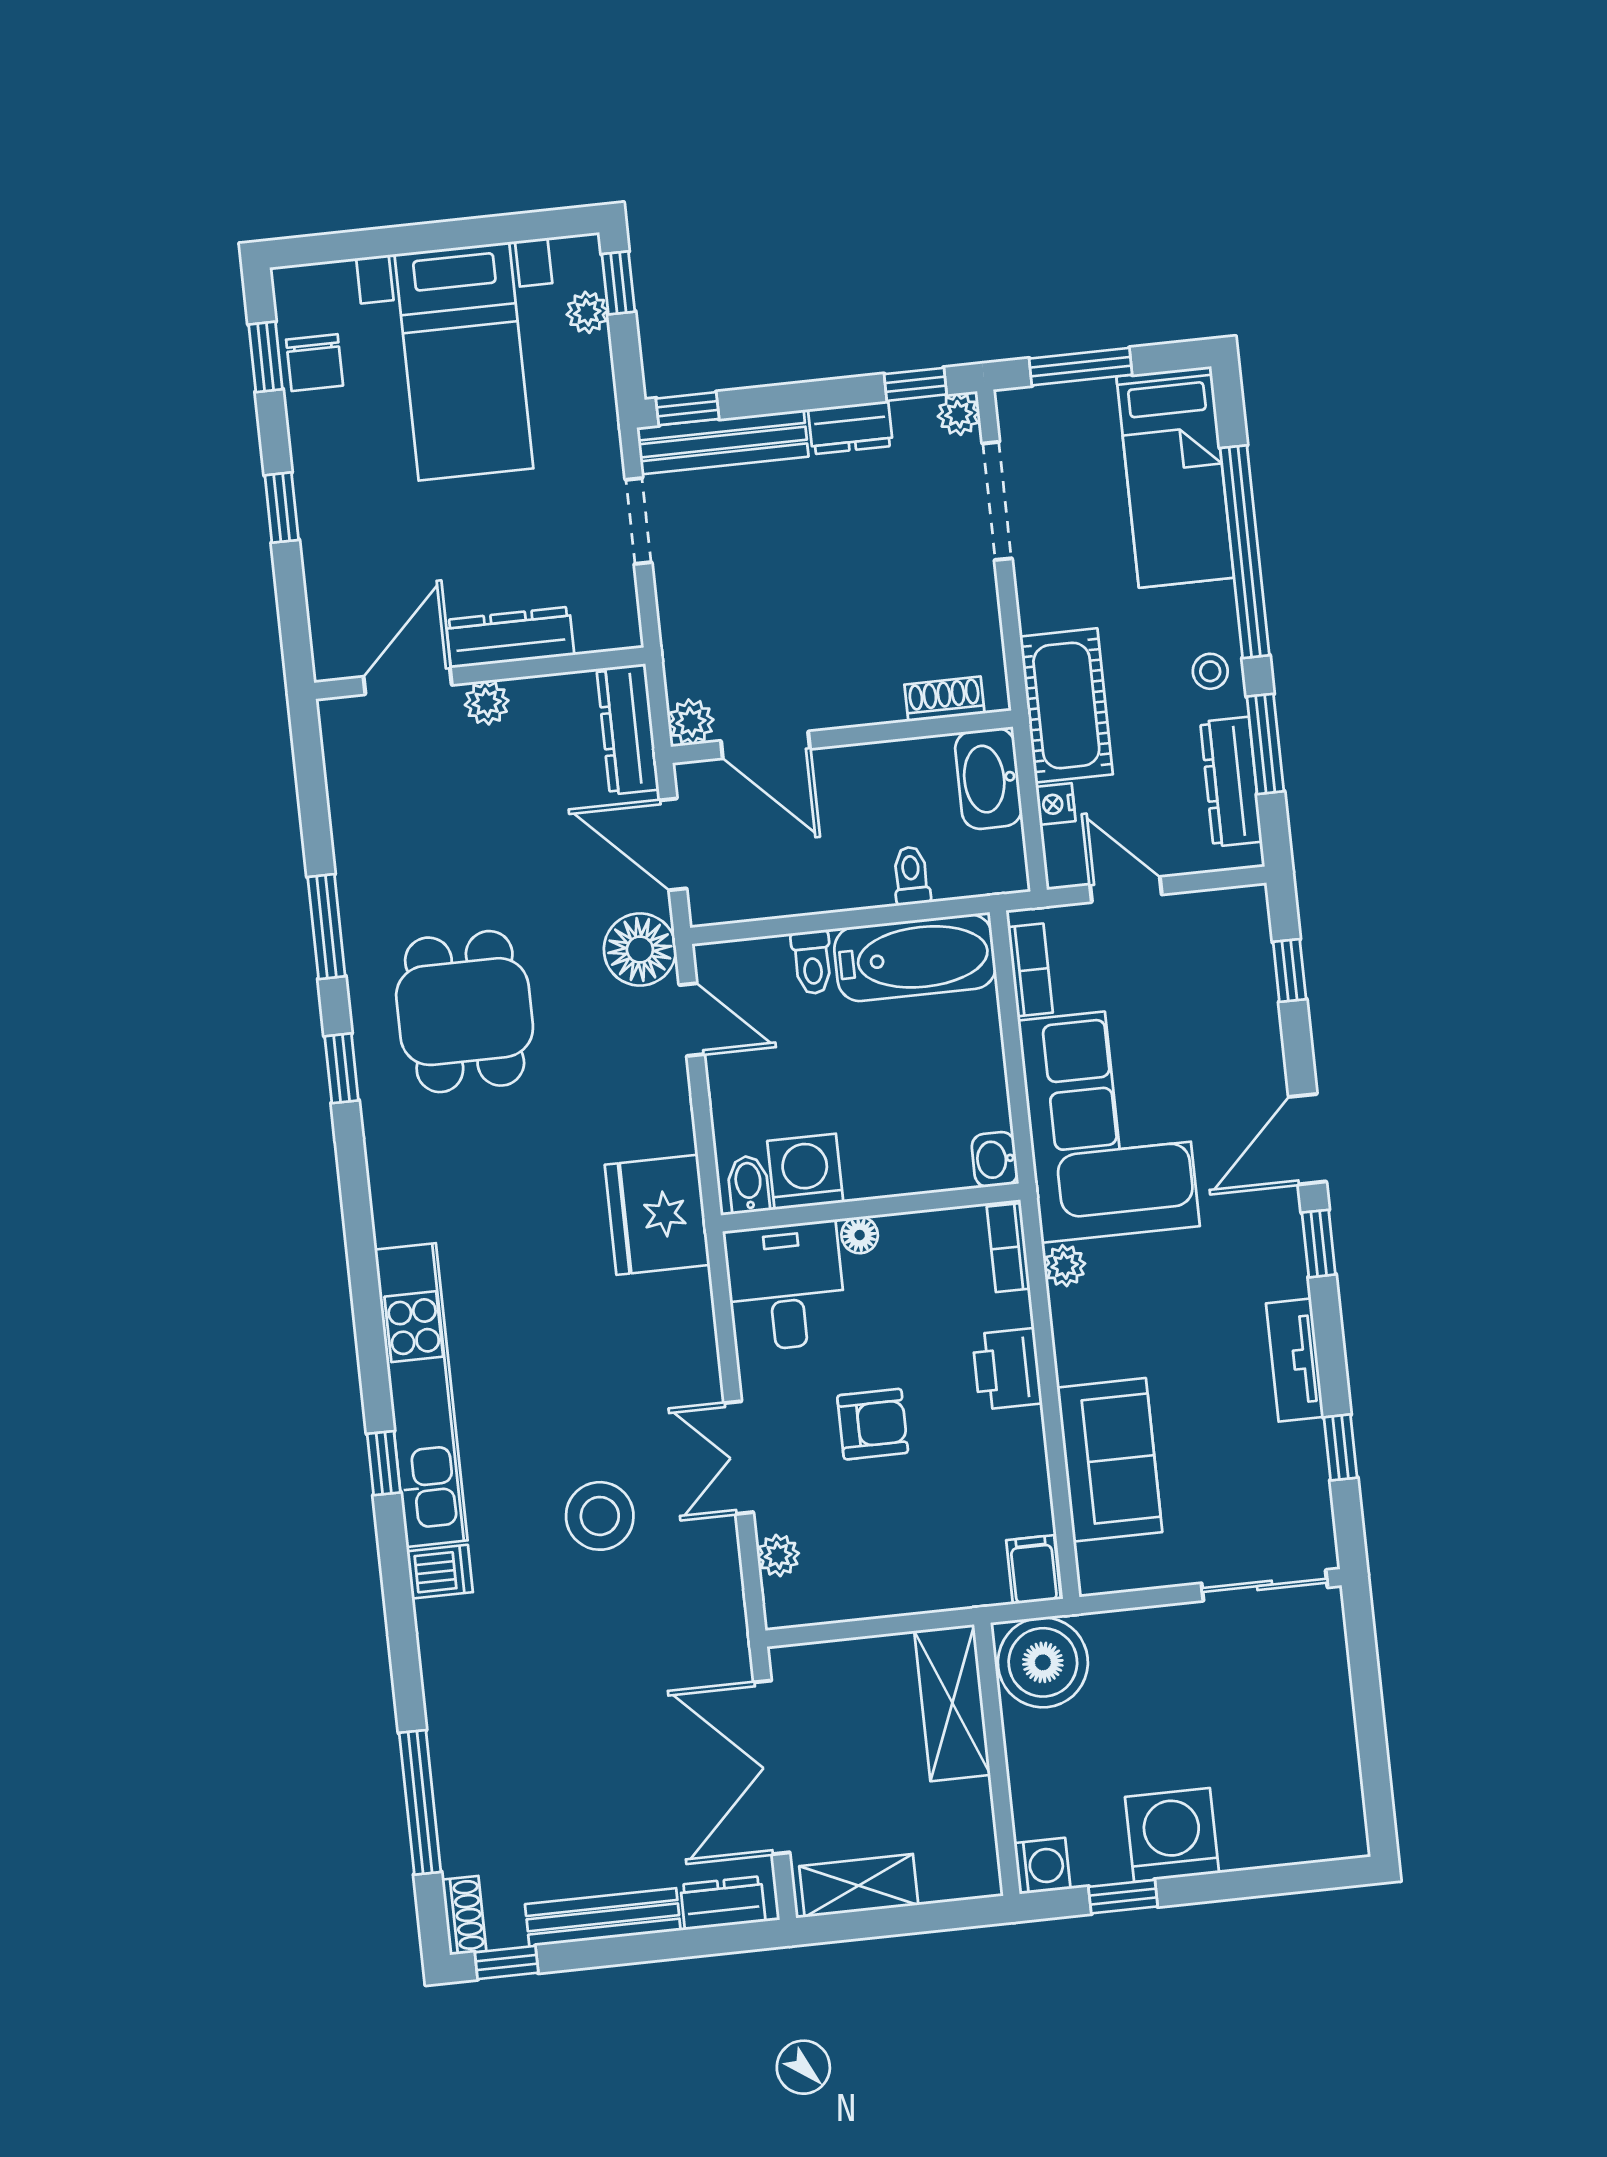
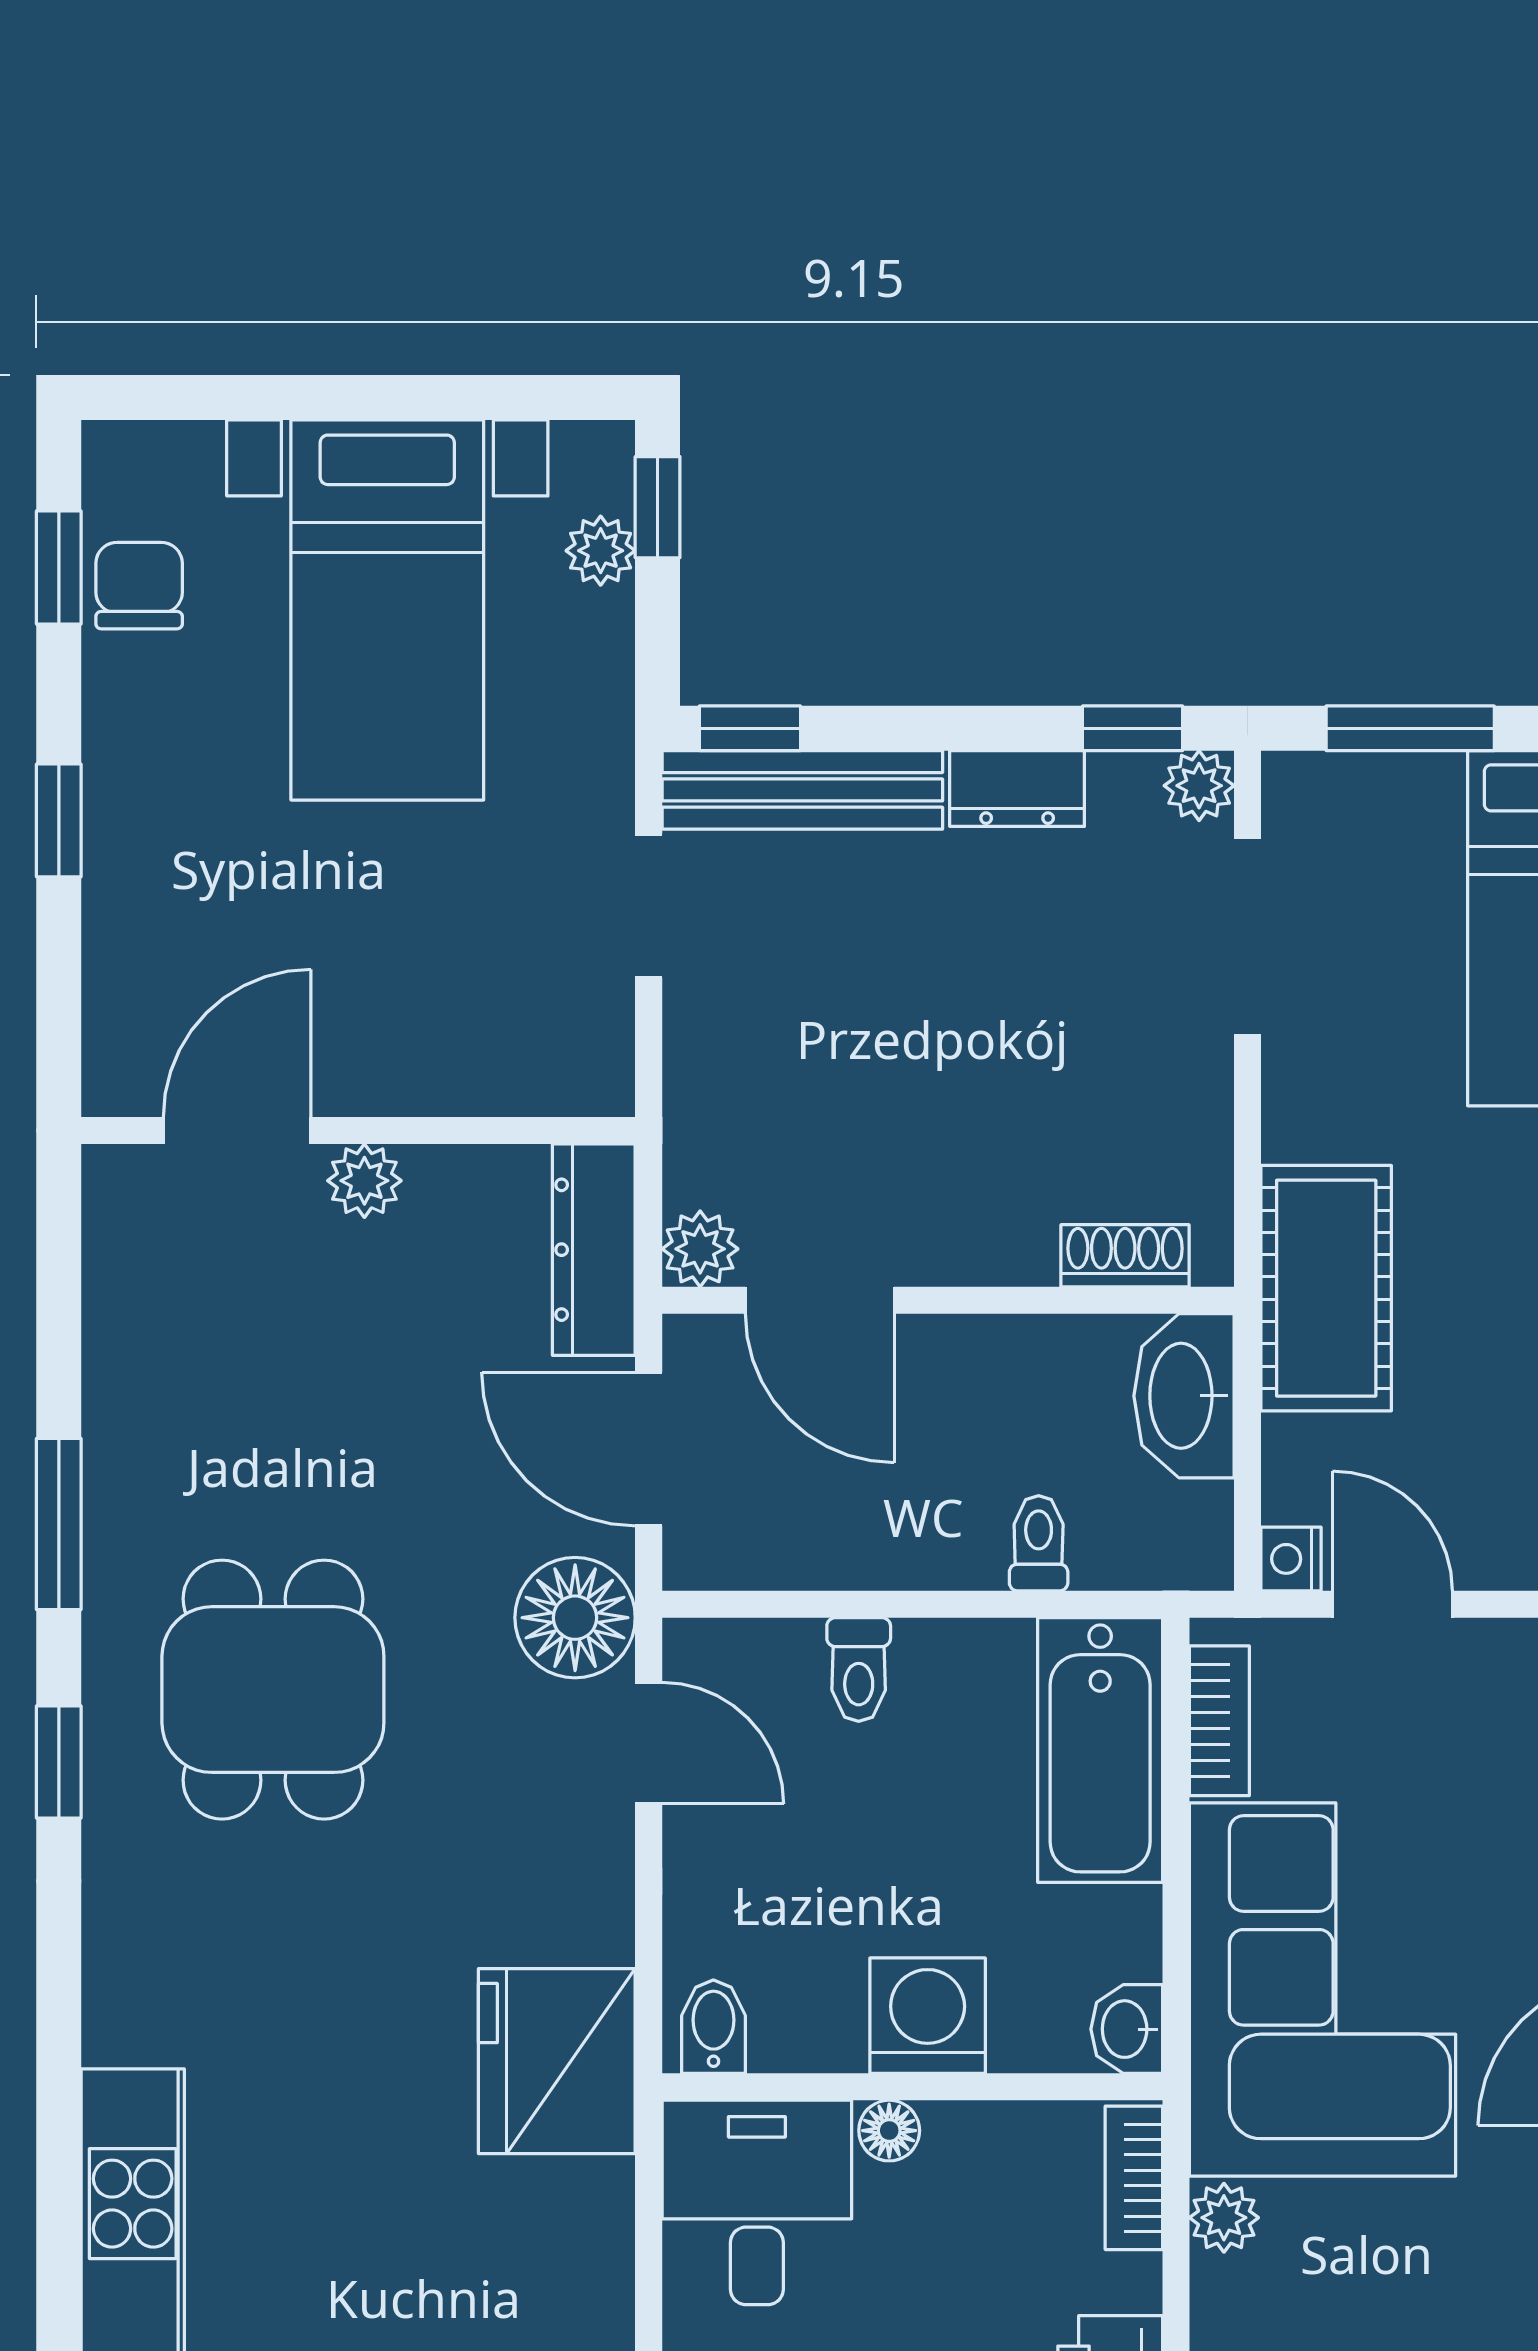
chair: (315, 363) -> (139, 586), turned 180
dresser: (510, 637) -> (415, 1077), removed
nightstand: (1056, 804) -> (1291, 1559), moved
bathtub: (915, 958) -> (1100, 1750), moved, turned 90
washing machine: (805, 1172) -> (928, 2016), moved

